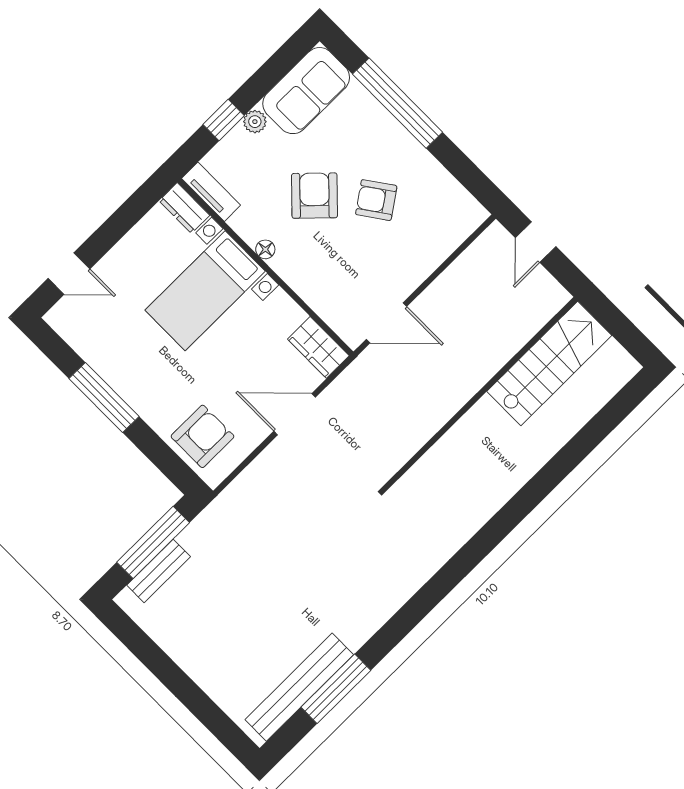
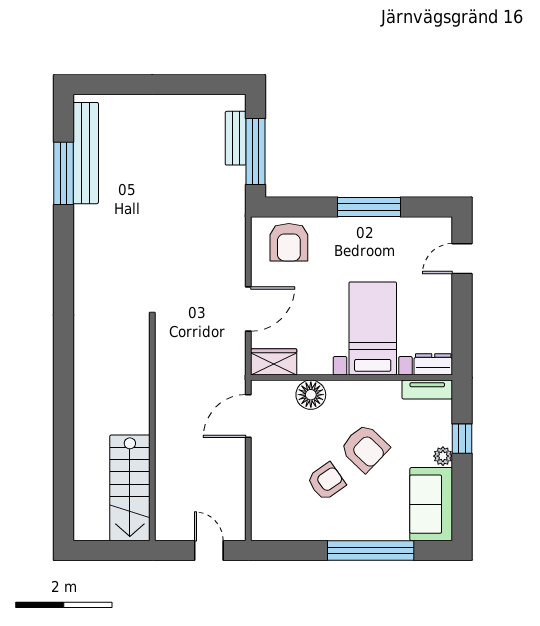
floor lamp: (265, 249) -> (311, 395), moved, width x1.89, depth x1.89

